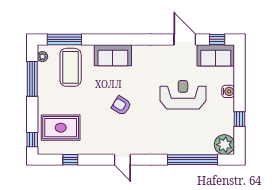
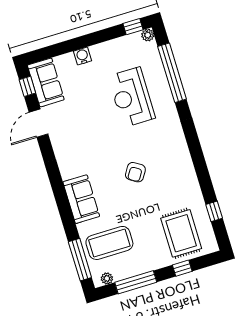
reception desk: (183, 95) -> (132, 97), moved
window: (239, 119) -> (133, 27), moved
window: (32, 140) -> (182, 268), moved
plant: (224, 145) -> (148, 35), width x0.53, depth x0.53
door: (122, 160) -> (196, 152), removed

